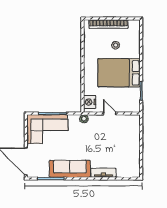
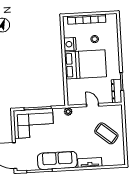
bed: (119, 73) -> (85, 64), moved, turned 180
dresser: (135, 100) -> (117, 91), added
nightstand: (90, 102) -> (70, 44), moved
coffee table: (122, 144) -> (106, 133), added

